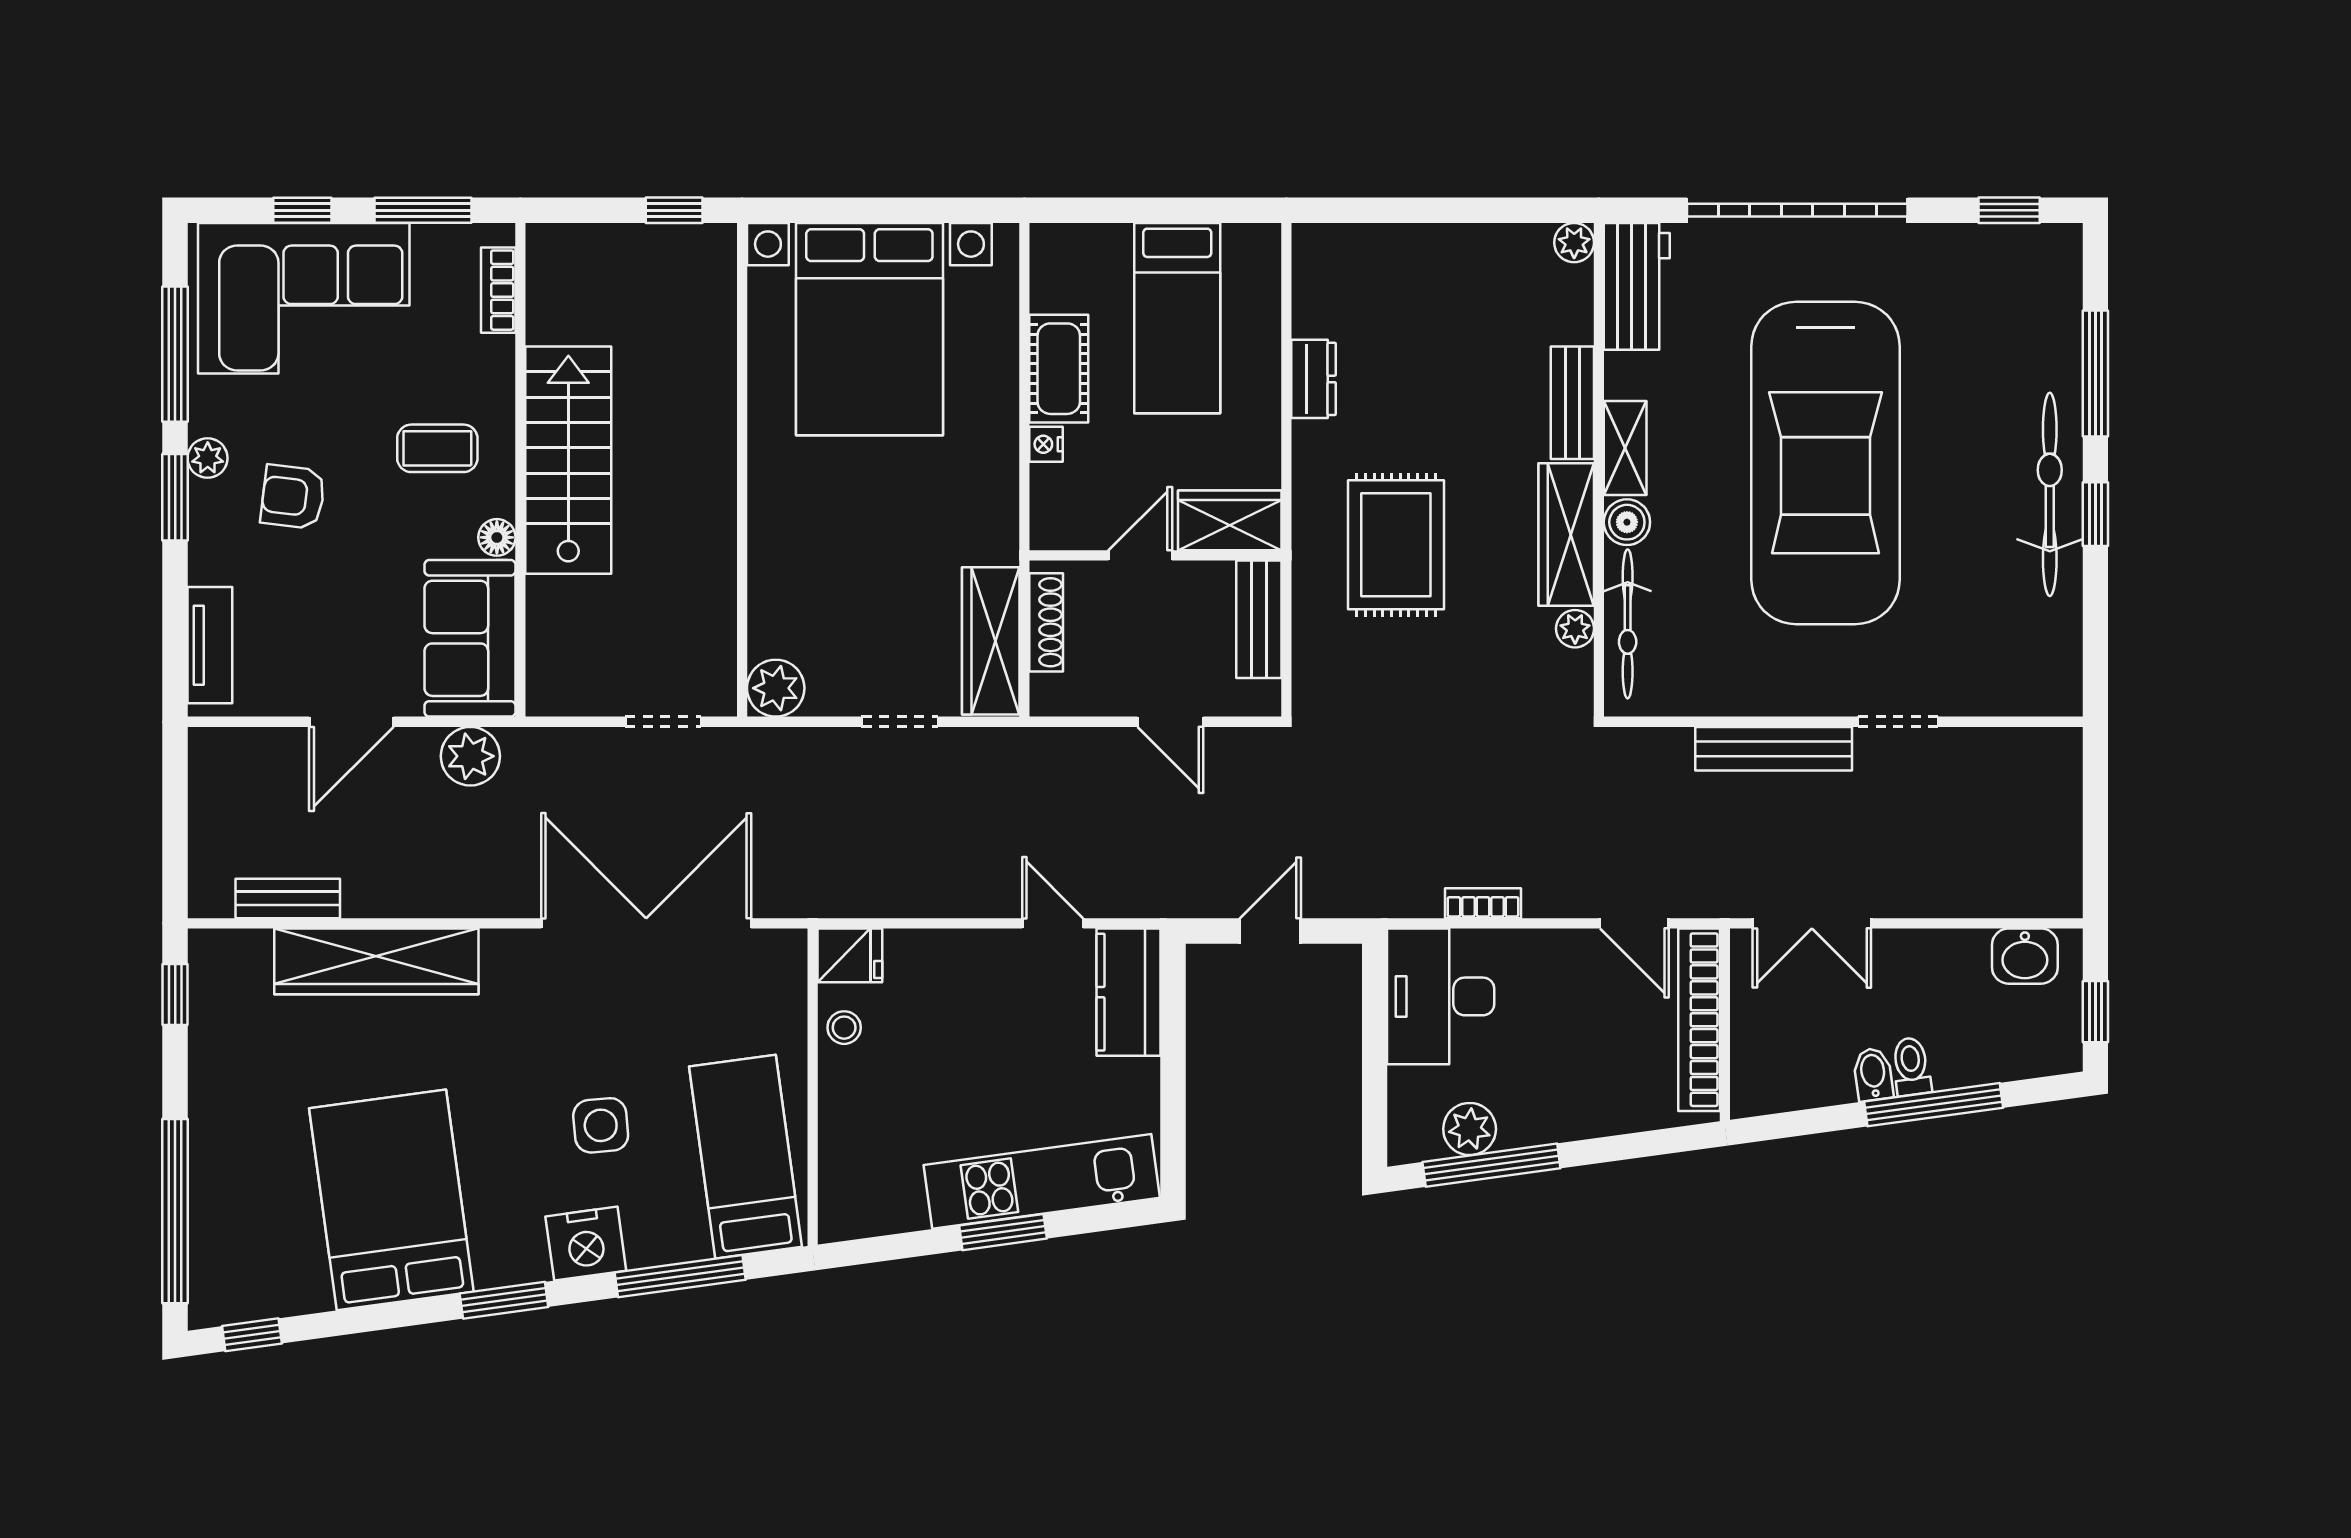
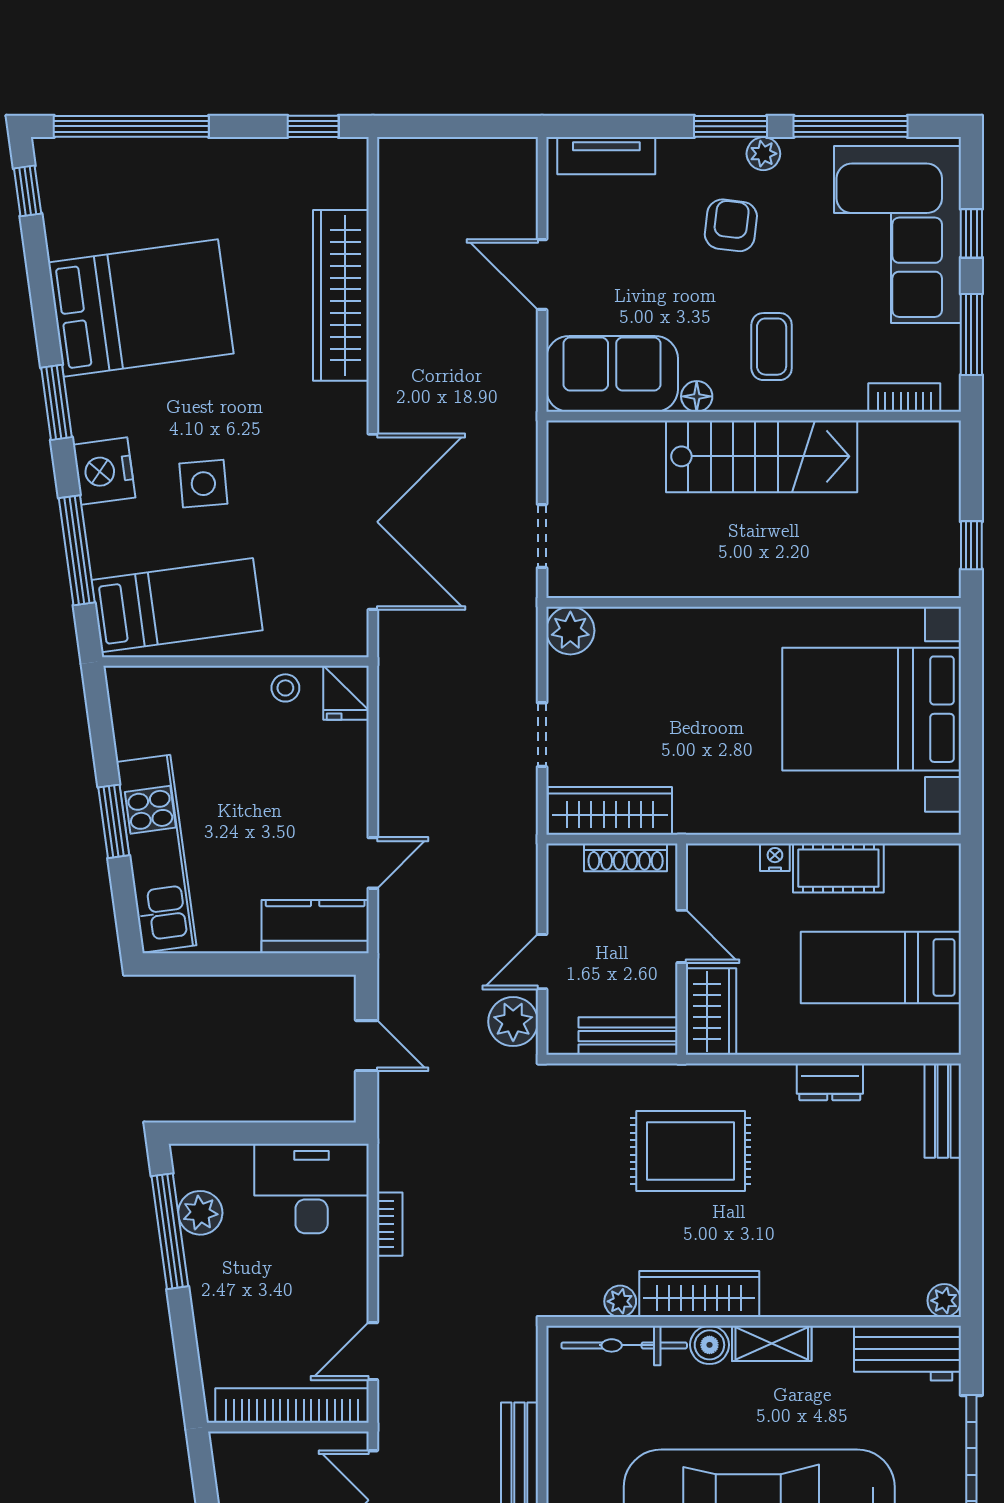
bench: (1572, 403) -> (943, 1111), moved, turned 90
plant: (470, 756) -> (513, 1022), moved
bench: (288, 898) -> (394, 221), removed

